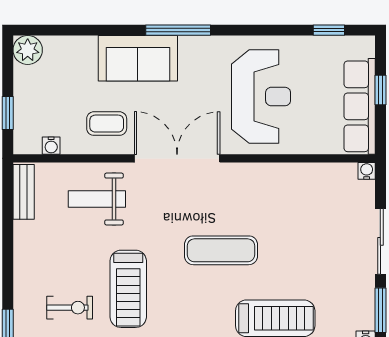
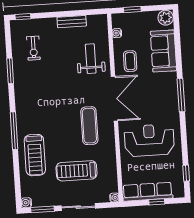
sofa: (138, 58) -> (163, 51), moved
reception desk: (261, 97) -> (149, 140), turned 180
bench: (24, 192) -> (72, 22), moved
exercise mat: (221, 250) -> (89, 126), moved
treadmill: (128, 289) -> (77, 171), moved

